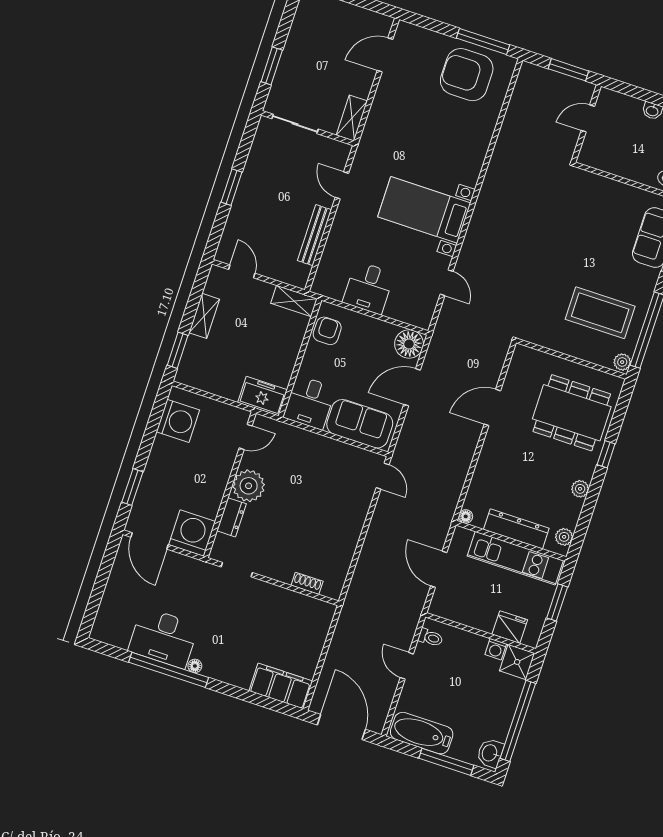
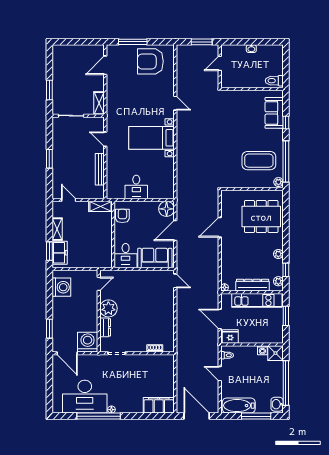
window: (483, 42) -> (133, 42), moved
door: (447, 283) -> (175, 103), moved
freezer: (263, 396) -> (60, 253), moved, turned 90
window: (606, 454) -> (286, 270), moved
fridge: (510, 627) -> (230, 337), moved
desk: (163, 638) -> (85, 397), width x1.36, depth x1.30

